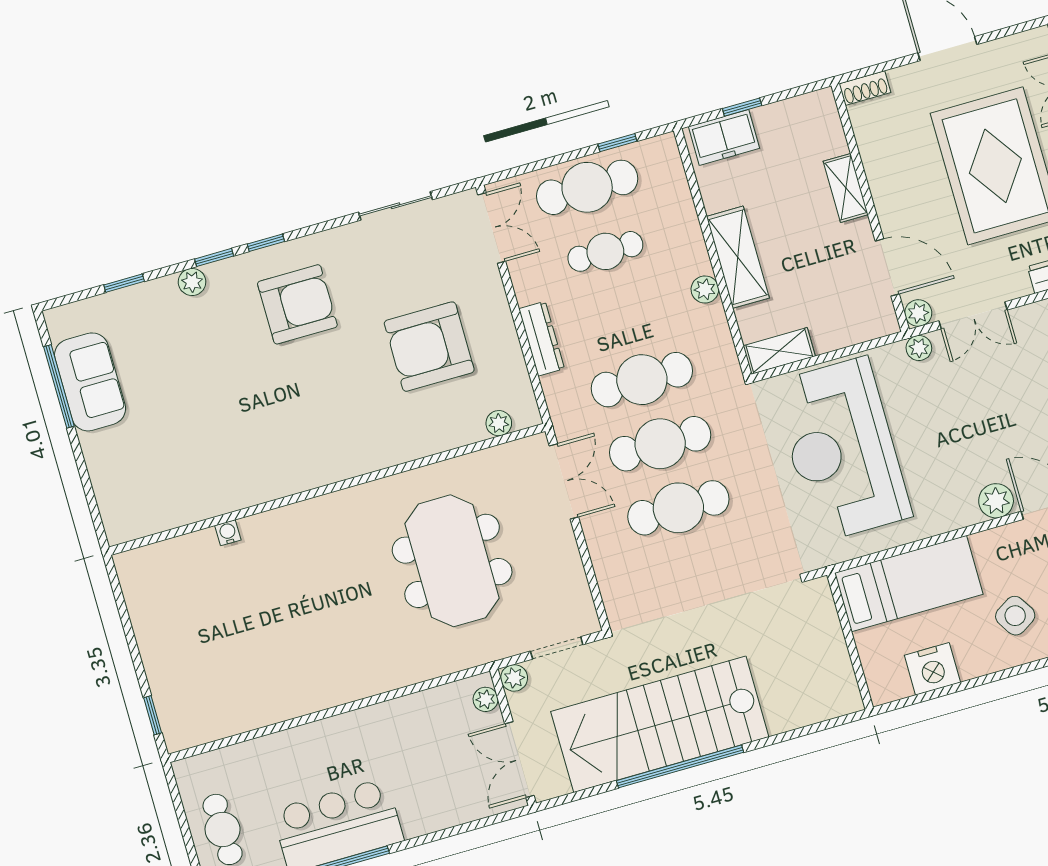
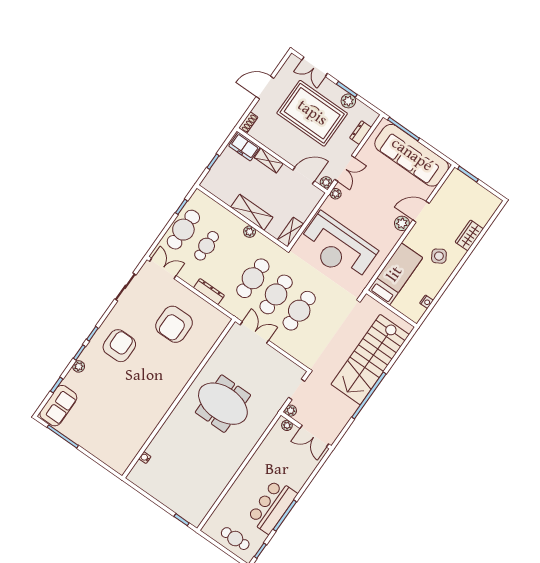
freezer: (724, 137) -> (244, 147), moved, turned 90
sofa: (90, 382) -> (58, 406), moved, turned 90
plant: (499, 423) -> (217, 331), removed
water cooler: (228, 533) -> (145, 458), moved
meeting table: (452, 561) -> (223, 404), moved
nightstand: (932, 669) -> (426, 302), width x0.53, depth x0.56
stairs: (660, 724) -> (370, 360), moved

